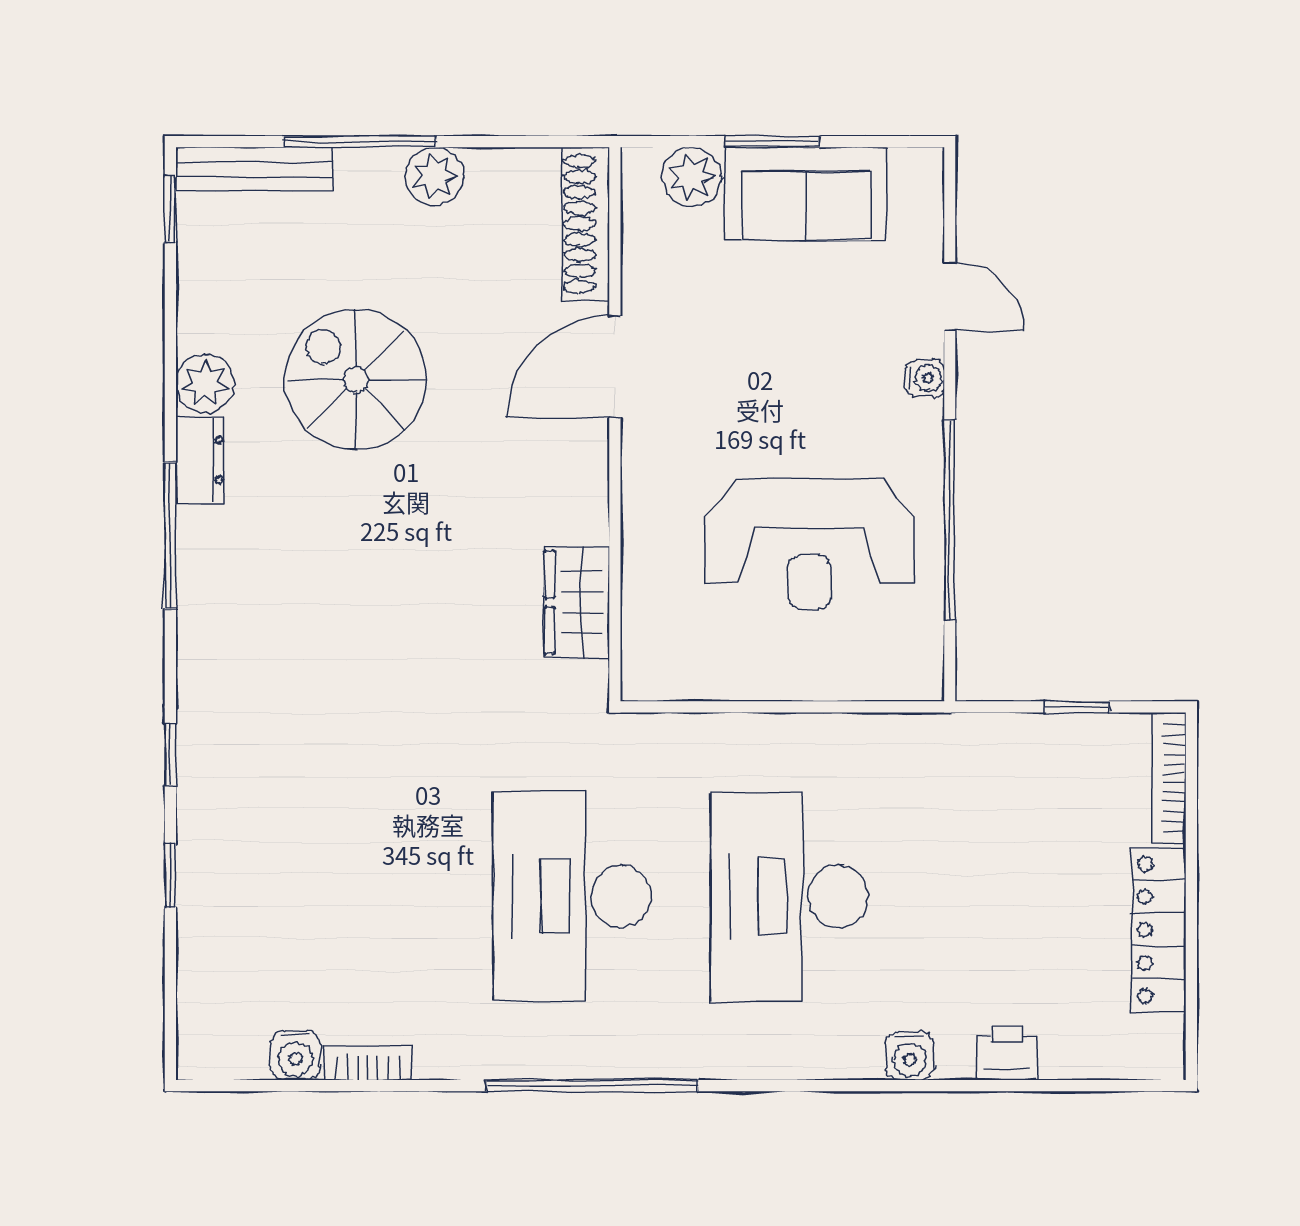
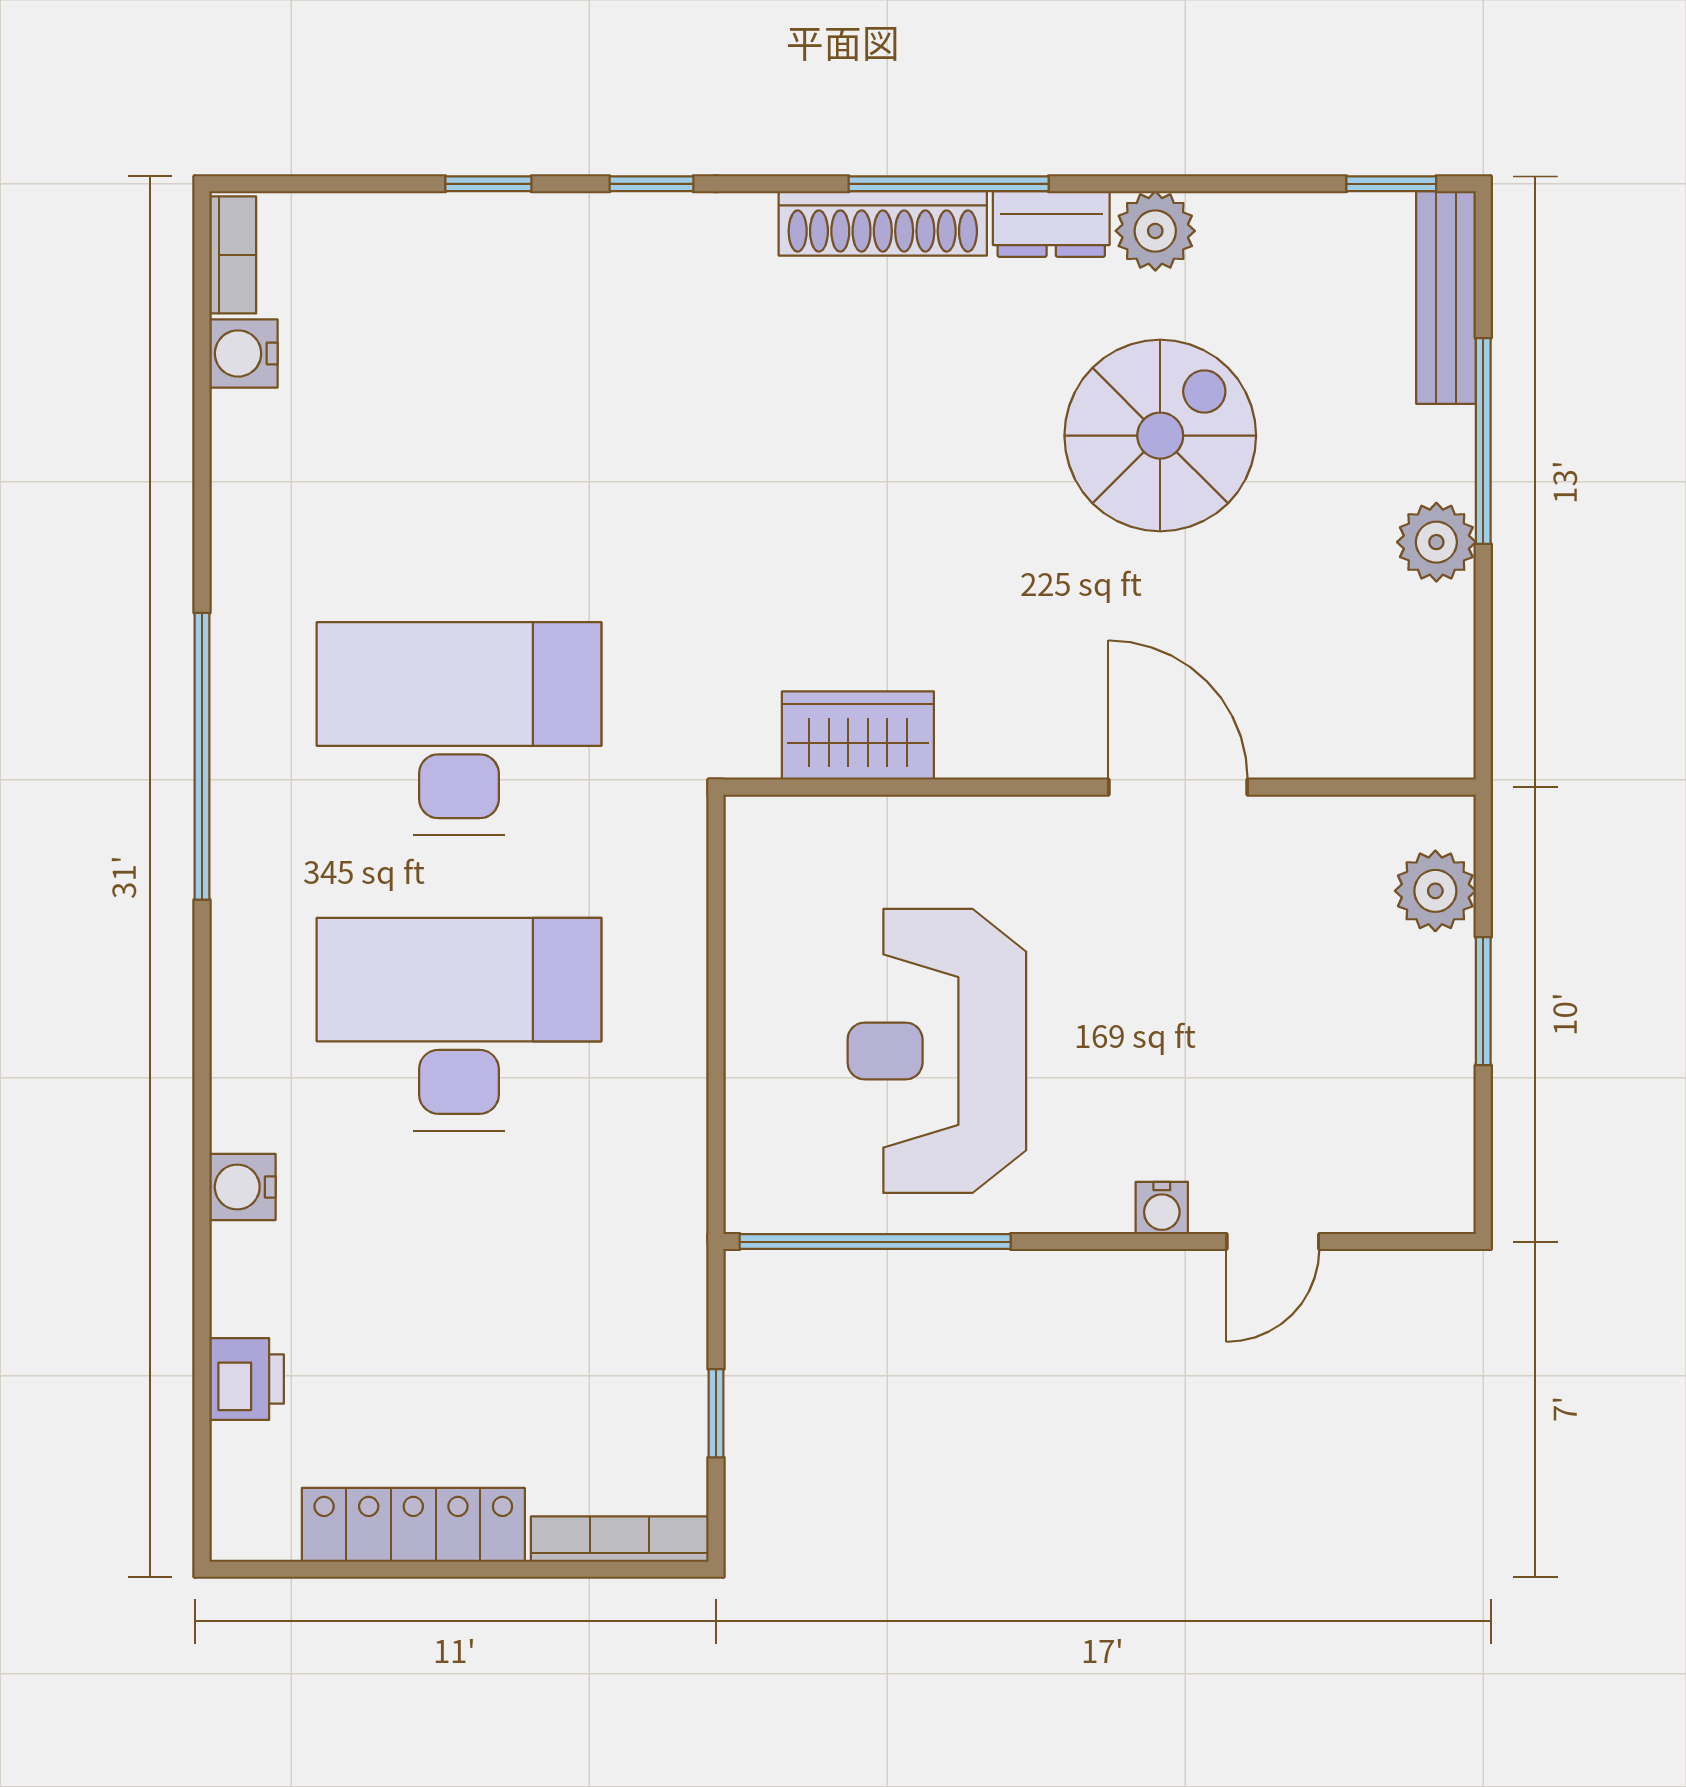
sofa: (806, 194) -> (1412, 1047), removed
shoe rack: (586, 224) -> (883, 223), moved, turned 180
window: (950, 520) -> (875, 1242), moved
printer: (1007, 1053) -> (247, 1379), moved
bookcase: (368, 1063) -> (233, 255), moved

